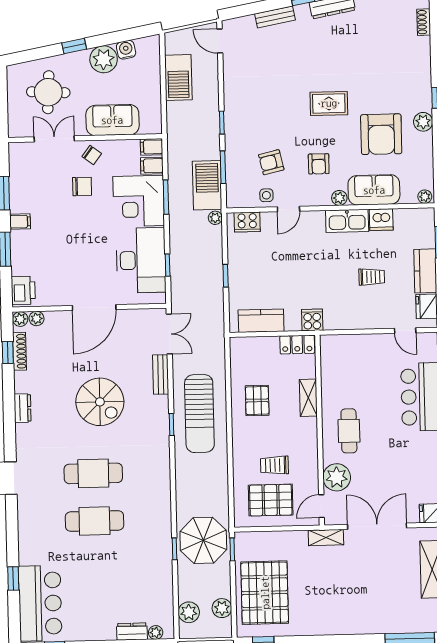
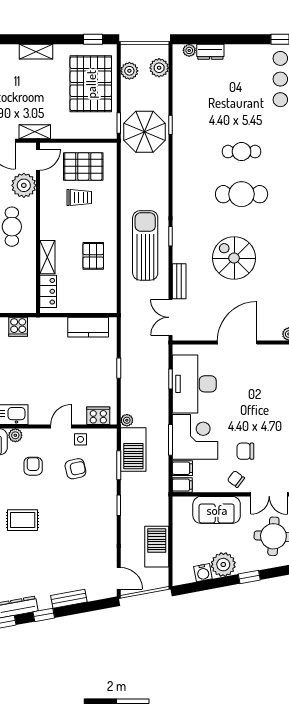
cooker: (312, 320) -> (18, 327), moved
locker: (297, 345) -> (48, 291), moved, turned 90
cafe table: (94, 521) -> (242, 152), width x0.73, depth x0.74
shelving: (327, 627) -> (36, 52), added

